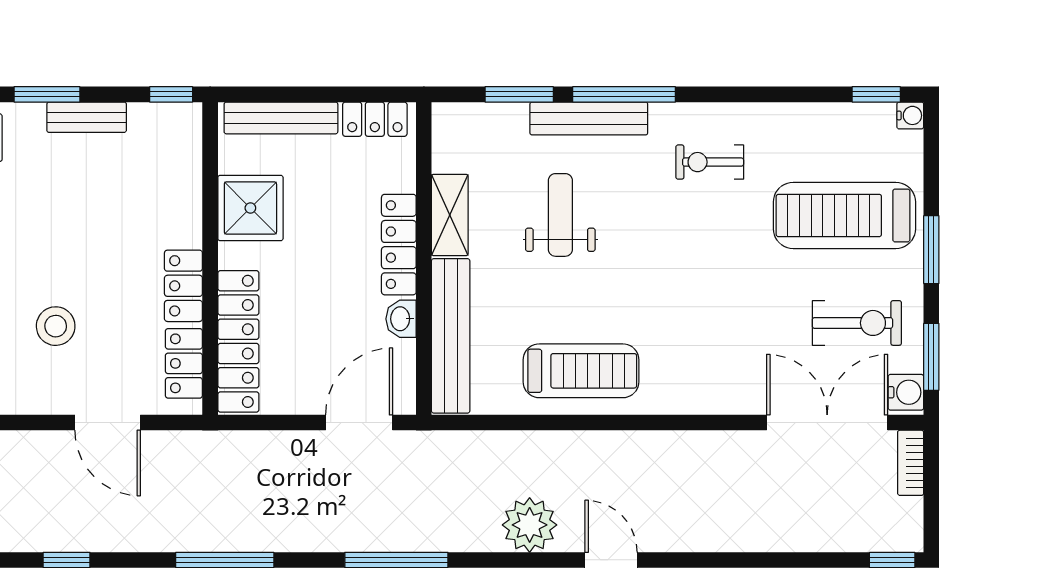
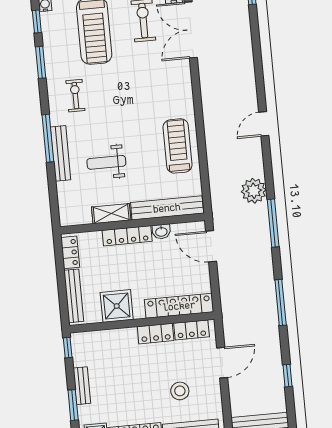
window: (519, 94) -> (41, 62), moved
exercise bike: (710, 162) -> (75, 96), turned 180
plant: (530, 525) -> (254, 191), moved

